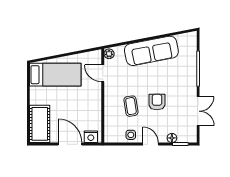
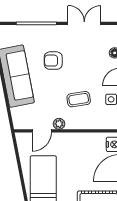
plant: (109, 54) -> (59, 124), moved
armchair: (157, 102) -> (53, 61), moved

